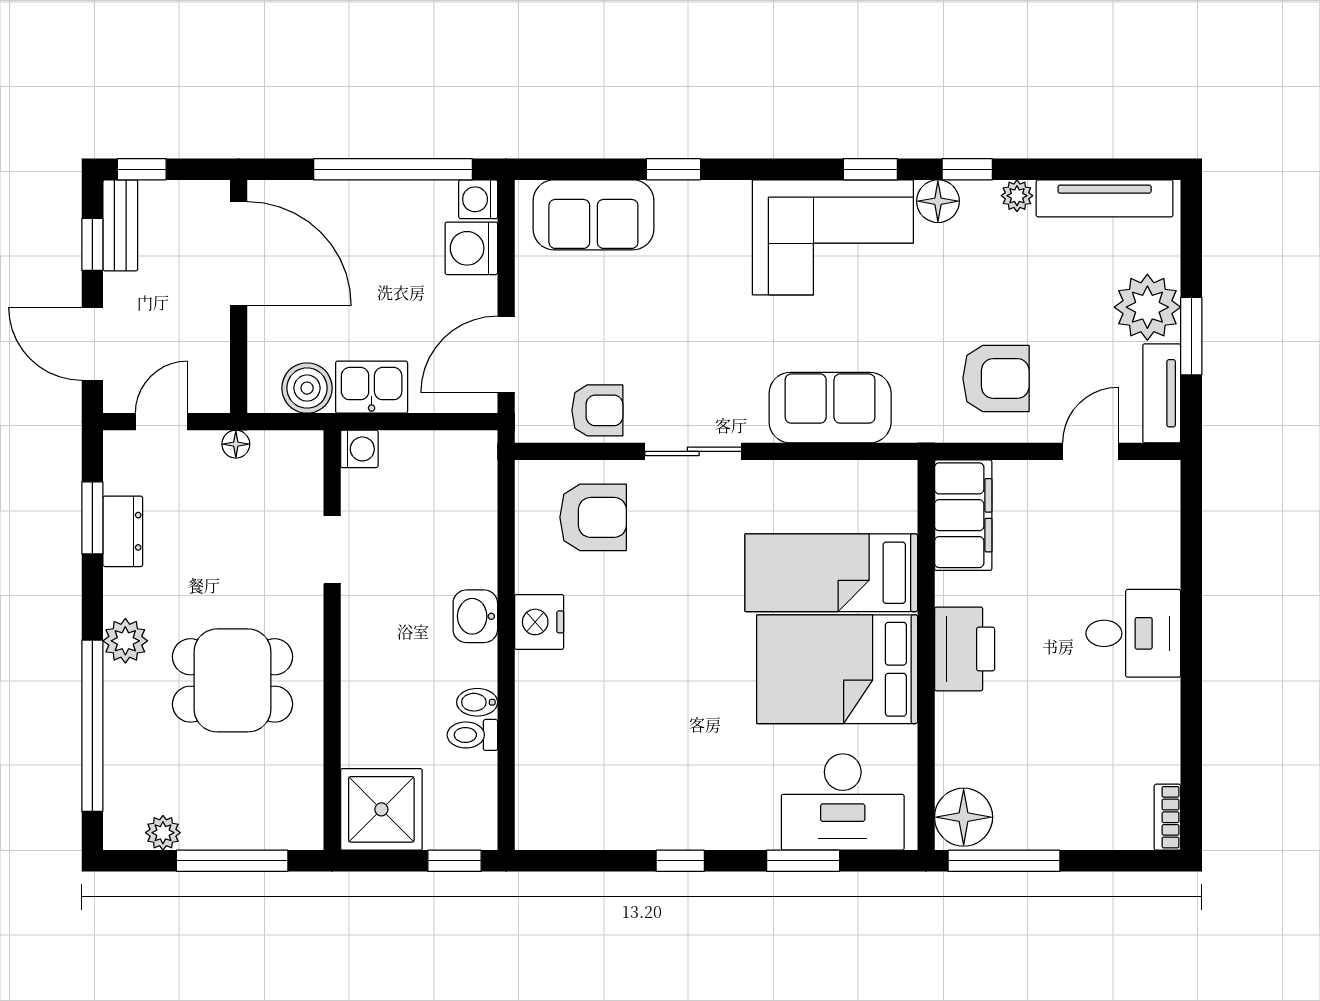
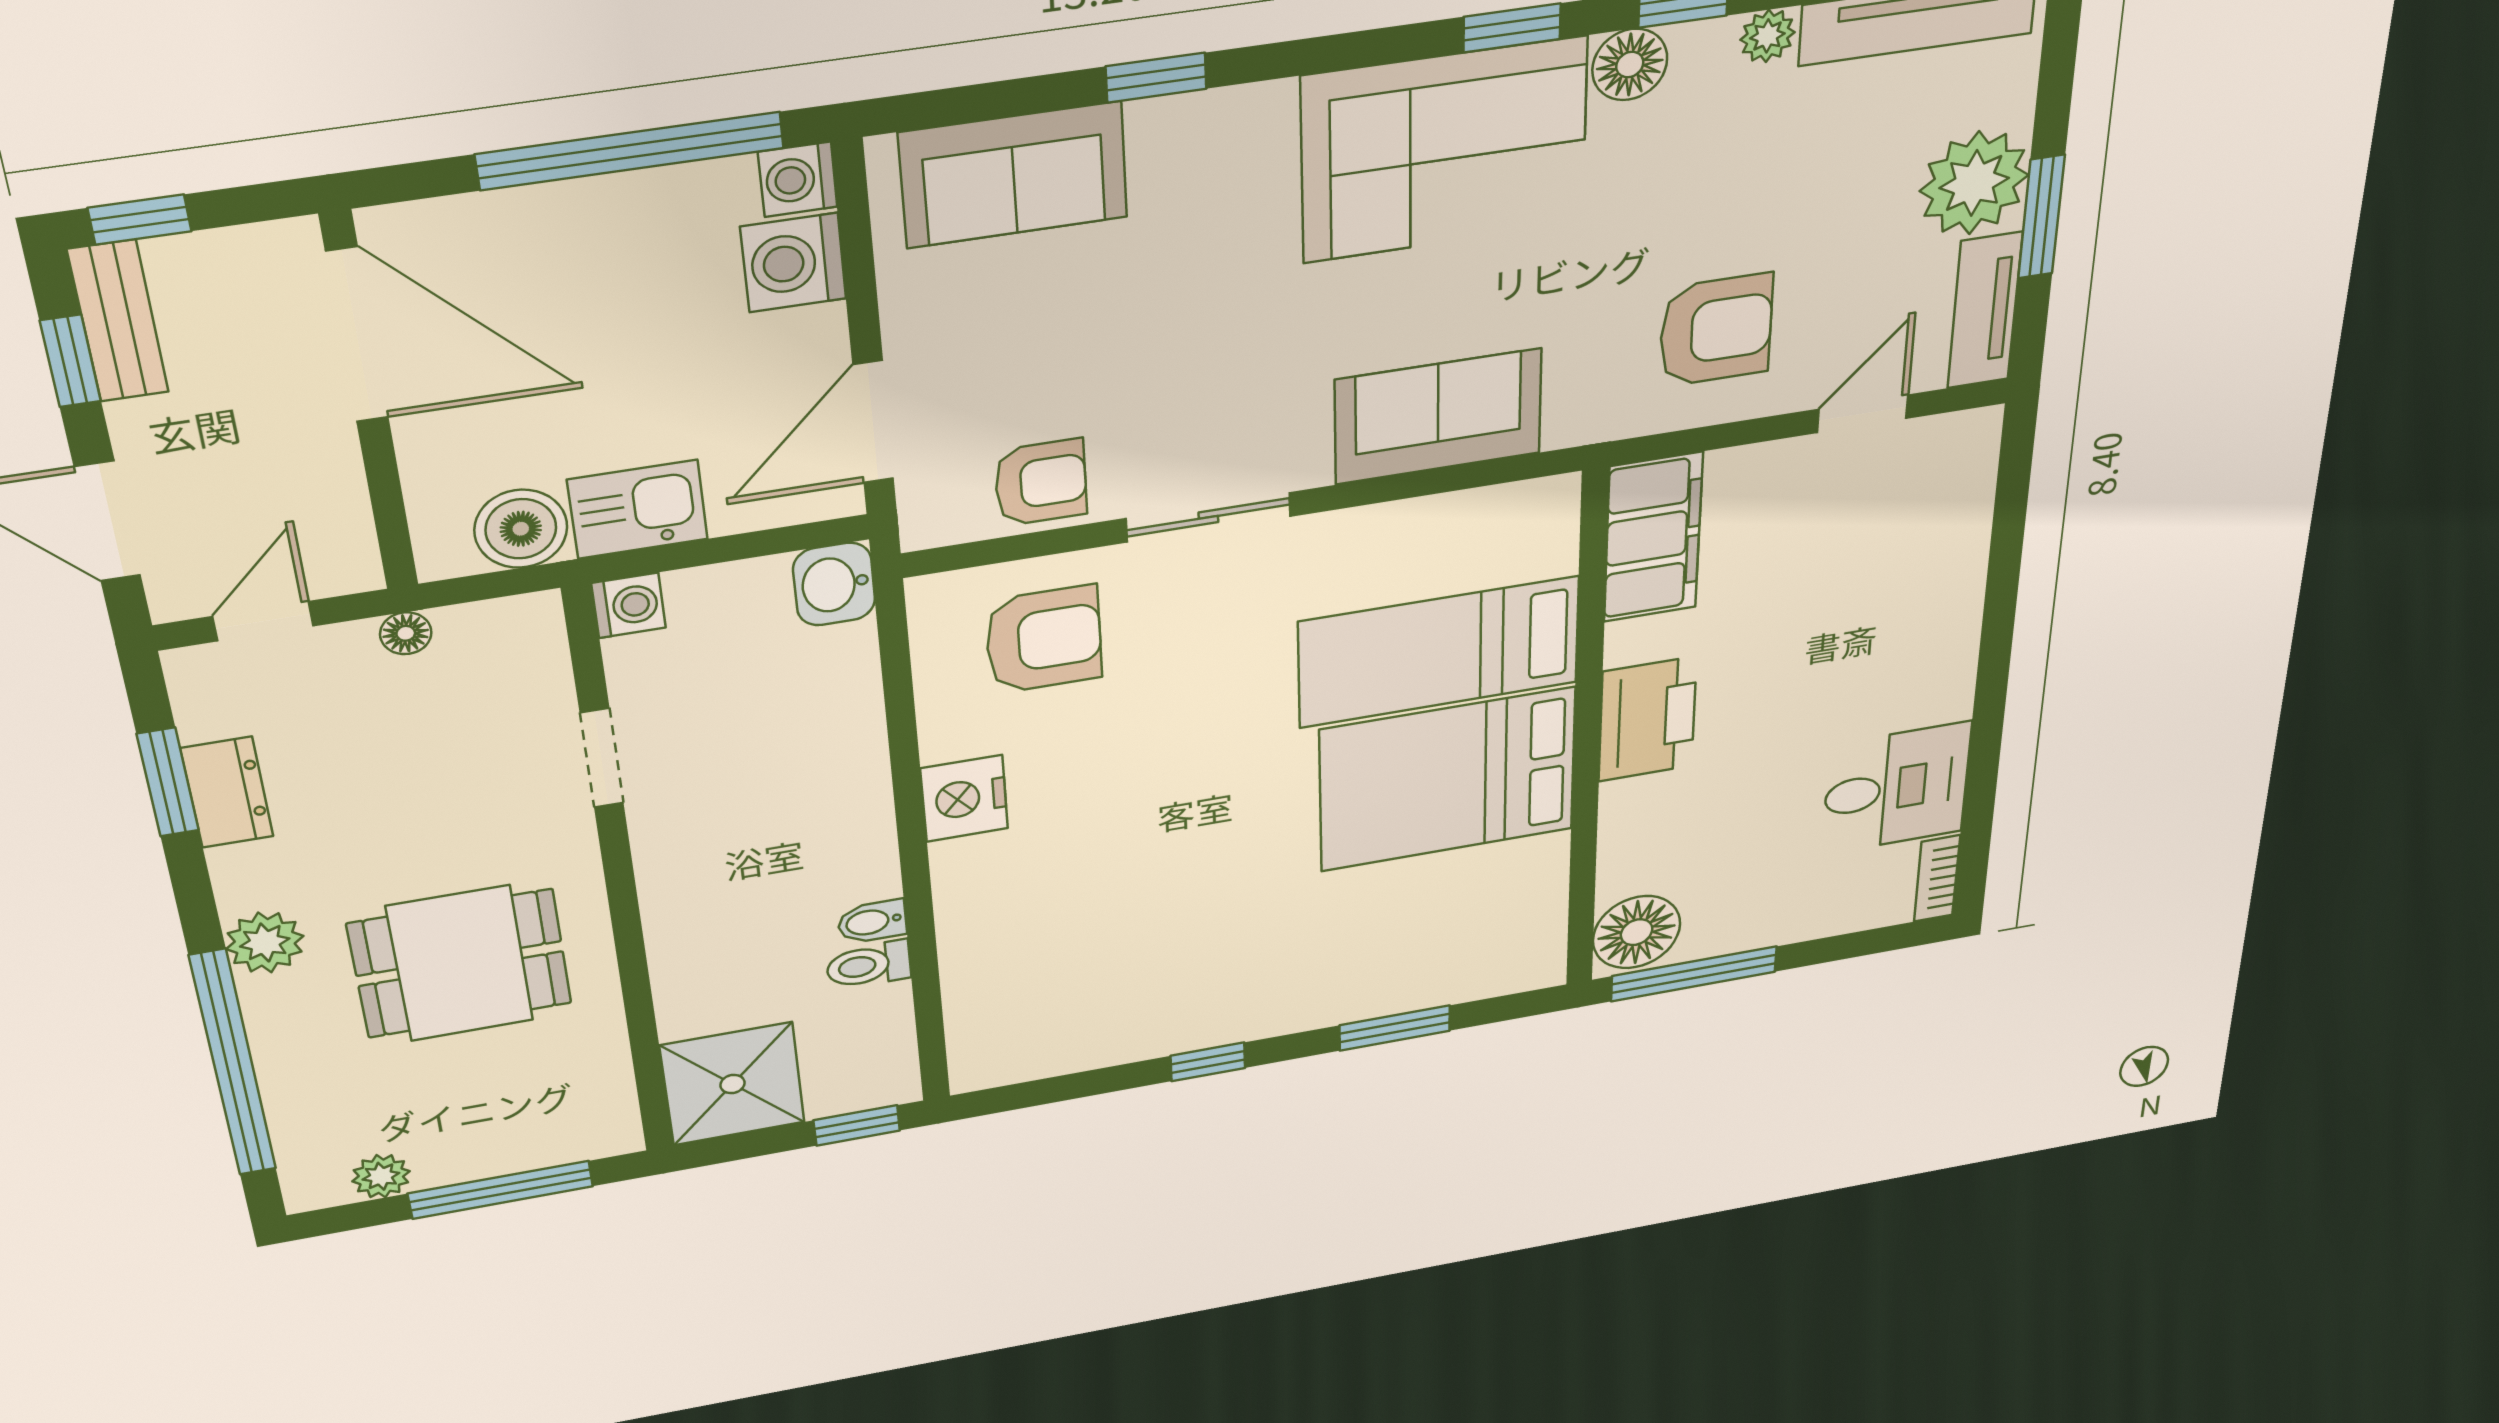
washbasin: (475, 616) -> (834, 584), moved
desk: (1133, 633) -> (1896, 788), moved
desk: (843, 802) -> (1455, 946), removed

